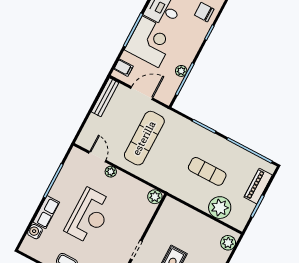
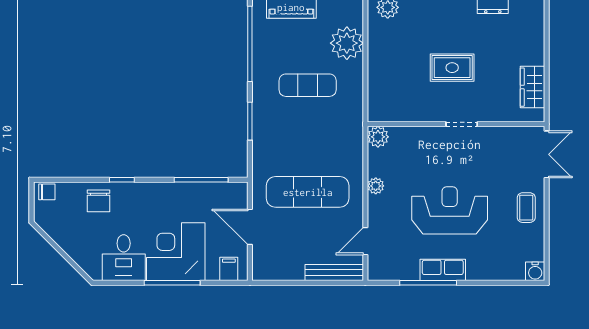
plant: (181, 71) -> (193, 190), removed
bench: (105, 97) -> (334, 273), moved
exercise mat: (207, 171) -> (308, 85), turned 90
plant: (111, 172) -> (376, 186), moved
row of seats: (46, 212) -> (443, 270), moved
water cooler: (35, 232) -> (535, 271), moved

